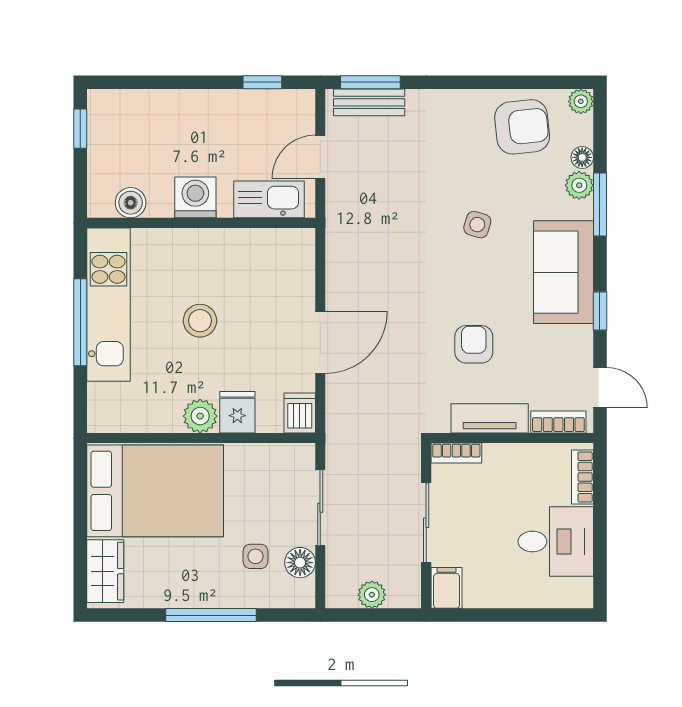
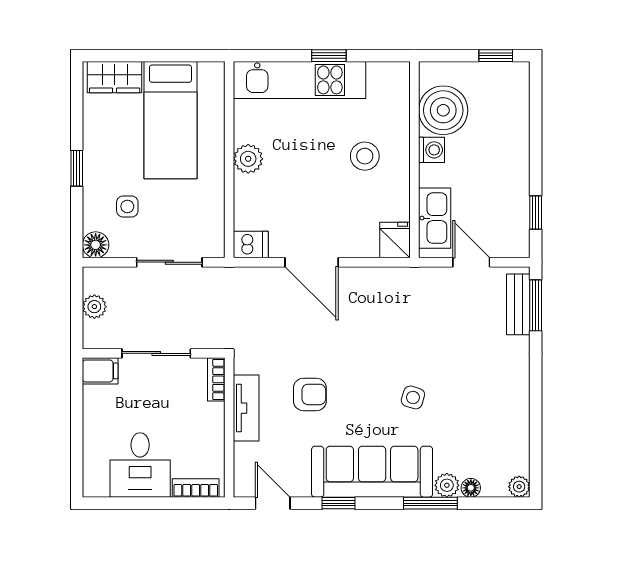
armchair: (522, 127) -> (497, 436), removed
washing machine: (195, 197) -> (432, 150), width x0.73, depth x0.73
boiler: (131, 203) -> (443, 110), width x1.86, depth x1.86
sofa: (563, 272) -> (372, 472), width x1.36
kitchen unit: (109, 305) -> (300, 80), moved
stool: (200, 321) -> (365, 156), moved
window: (80, 322) -> (329, 56), width x0.46
door: (600, 388) -> (273, 503), swing flipped
fridge: (237, 412) -> (395, 240), moved, turned -90
bookcase: (558, 422) -> (243, 467), removed
bed: (155, 491) -> (170, 120), width x0.67
floor lamp: (300, 563) -> (96, 245), moved
window: (211, 615) -> (77, 168), width x0.46

